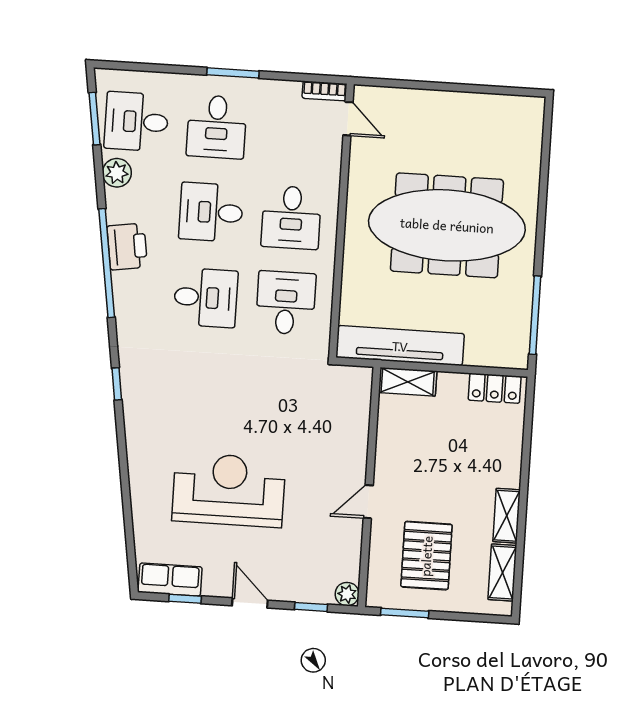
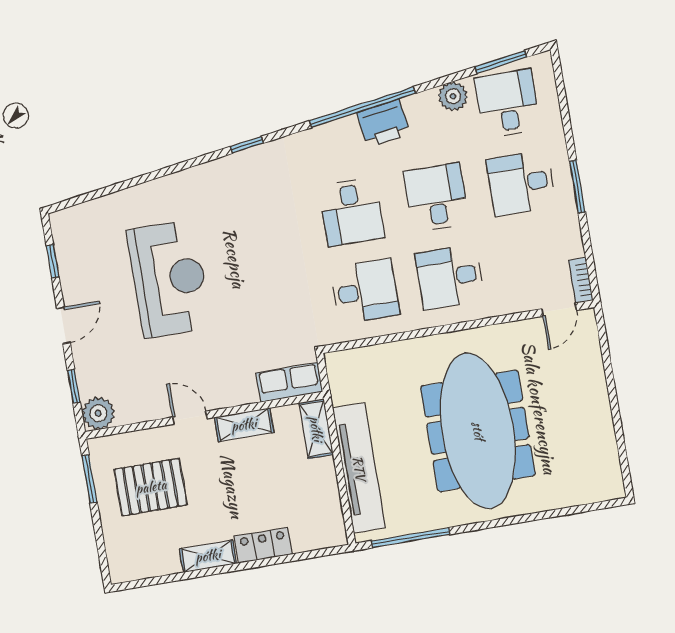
tv unit: (400, 346) -> (359, 468), moved
locker: (495, 388) -> (263, 545), moved, turned 90
shelving: (502, 573) -> (244, 425), moved
row of seats: (170, 580) -> (289, 382), moved, turned -90
plant: (347, 594) -> (98, 413), width x1.38, depth x1.38

